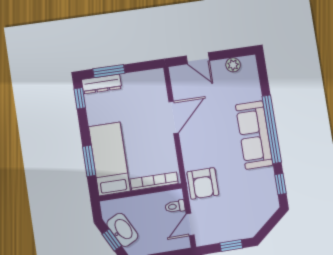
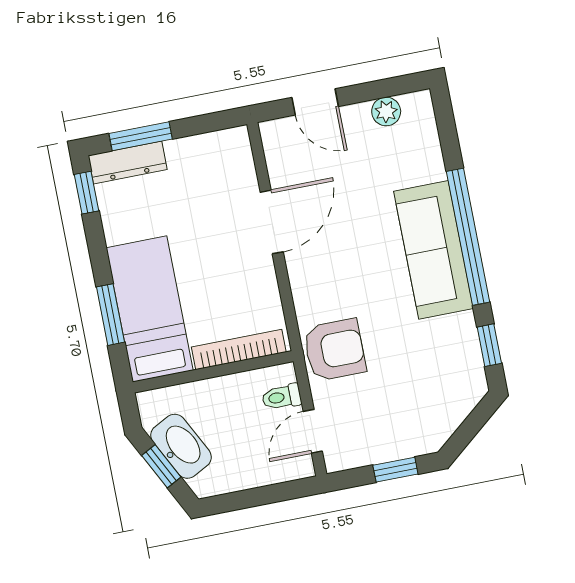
armchair: (203, 183) -> (335, 350), turned -90

